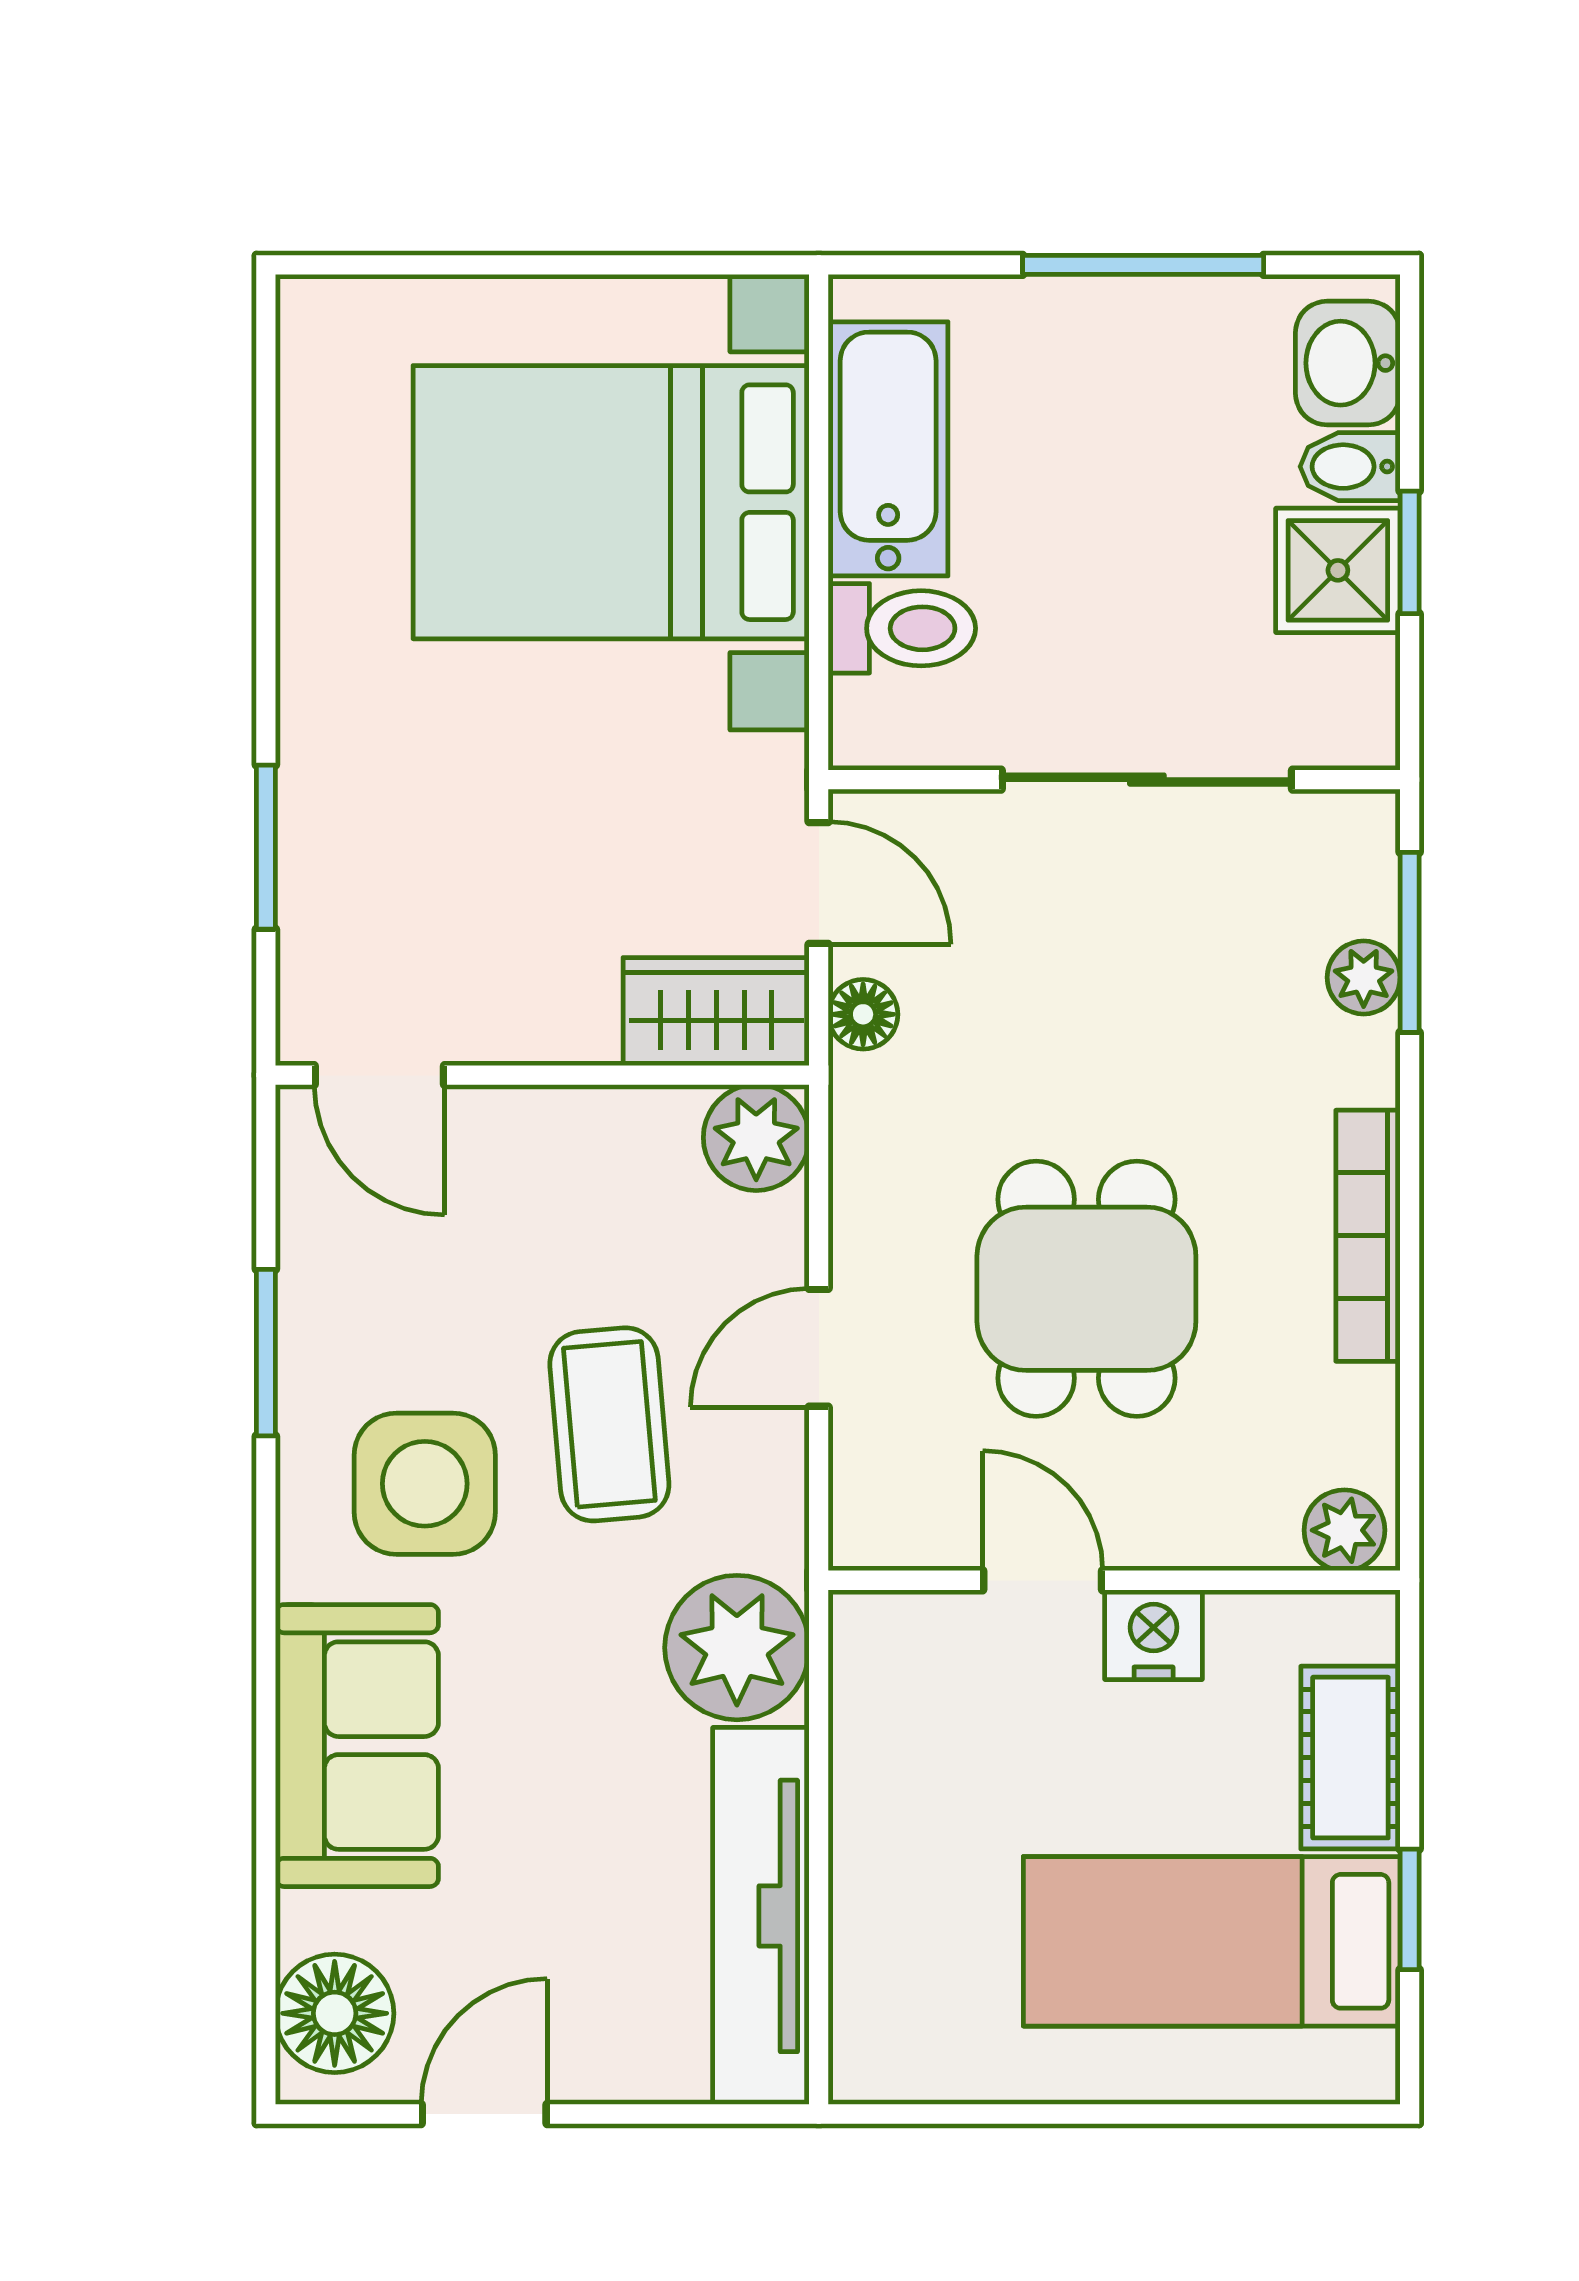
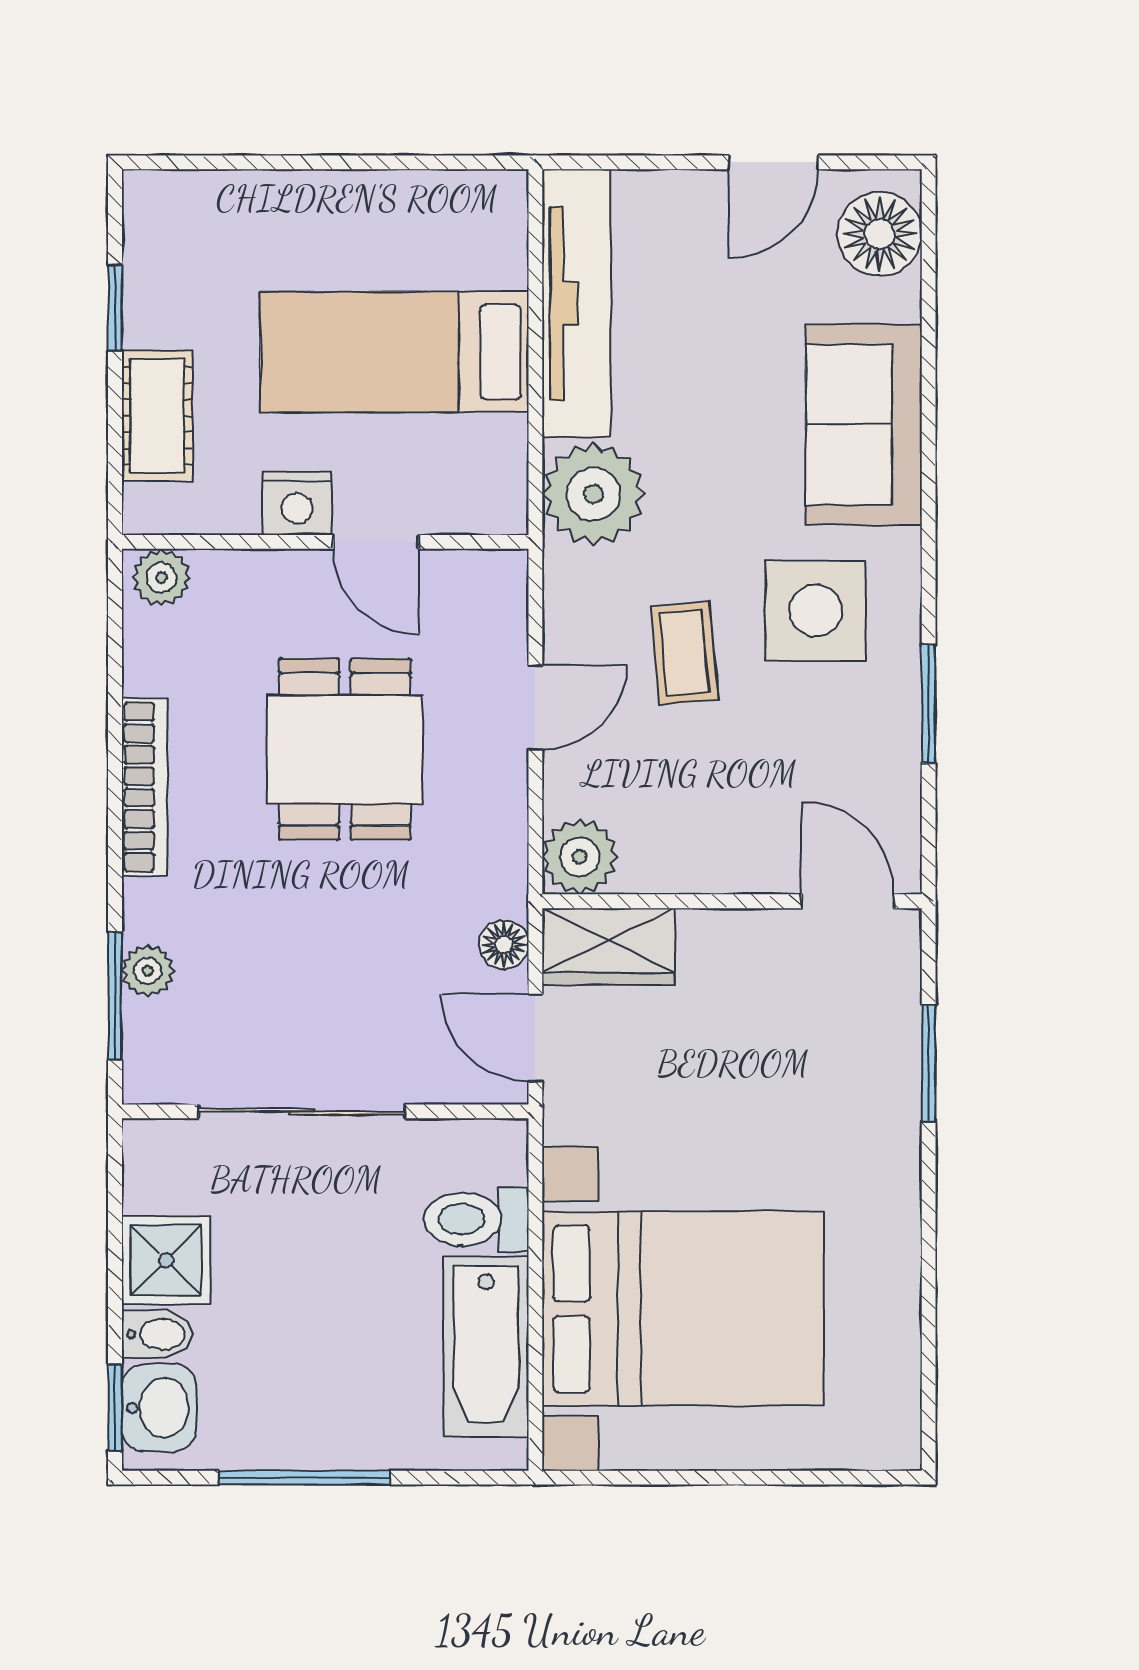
window: (1410, 552) -> (115, 1407), moved
coffee table: (609, 1424) -> (684, 653), width x0.73, depth x0.77
bed: (1212, 1941) -> (395, 352), moved, turned 180

